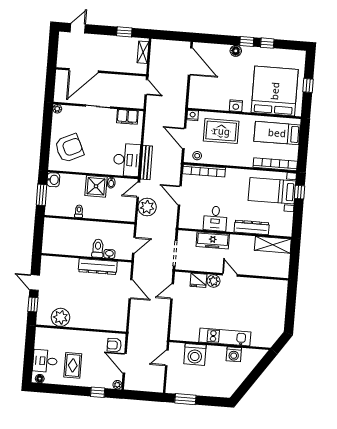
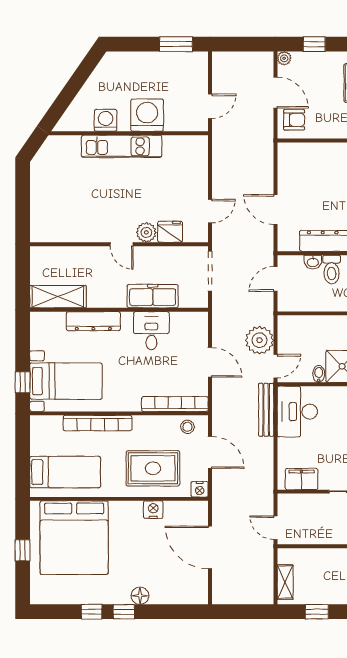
door: (190, 61) -> (210, 547), moved
nightstand: (236, 106) -> (153, 510), moved
bookcase: (275, 164) -> (98, 423), moved
washing machine: (195, 354) -> (147, 115), moved

